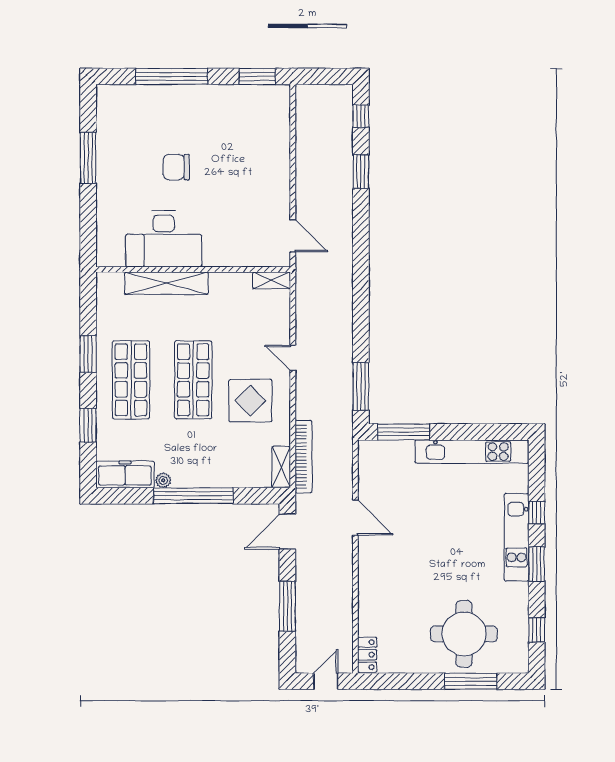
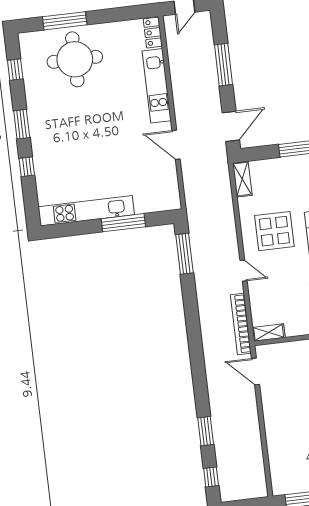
window: (404, 432) -> (123, 223), moved
bookcase: (303, 457) -> (241, 324), moved
kitchen unit: (517, 537) -> (157, 86), moved, turned 180

